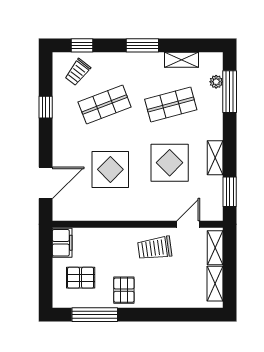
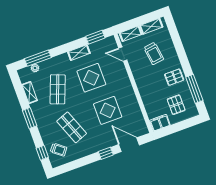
shop shelf: (171, 105) -> (58, 89), turned 36
window: (46, 107) -> (106, 153), moved
trolley: (155, 248) -> (154, 53), moved

